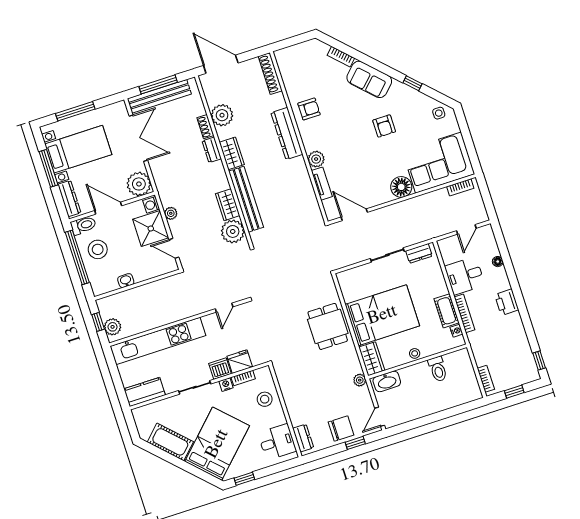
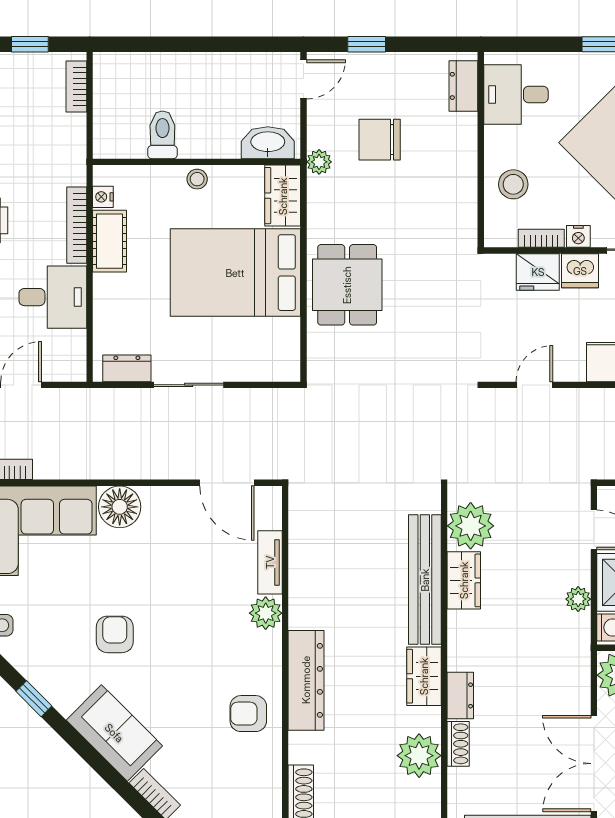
chair: (341, 429) -> (380, 140), moved

